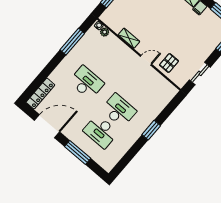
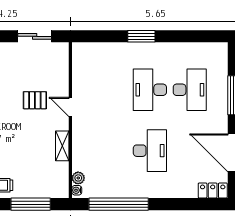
window: (72, 42) -> (119, 204), width x1.46
pallet: (169, 63) -> (35, 100), moved
desk: (86, 83) -> (150, 151), turned 180
locker: (40, 94) -> (213, 190), width x0.66

